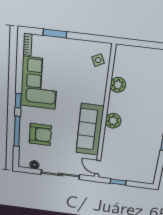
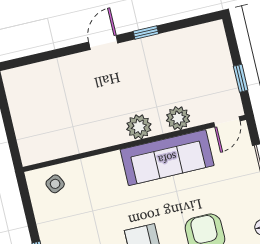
plant: (118, 85) -> (178, 118), moved

